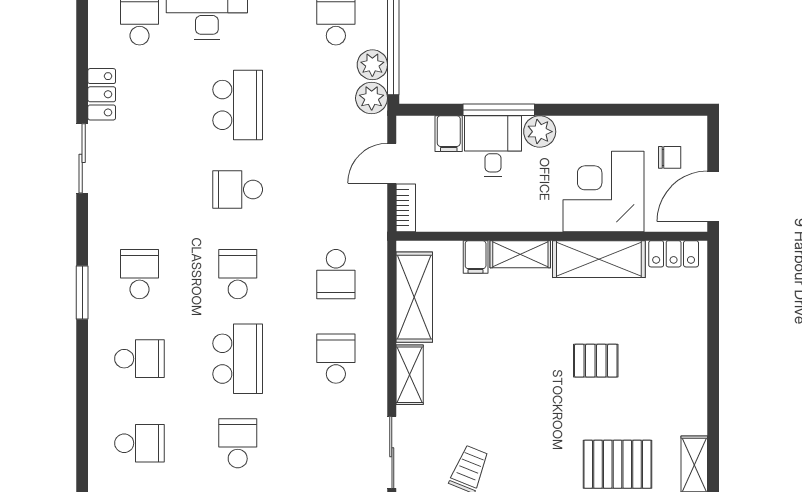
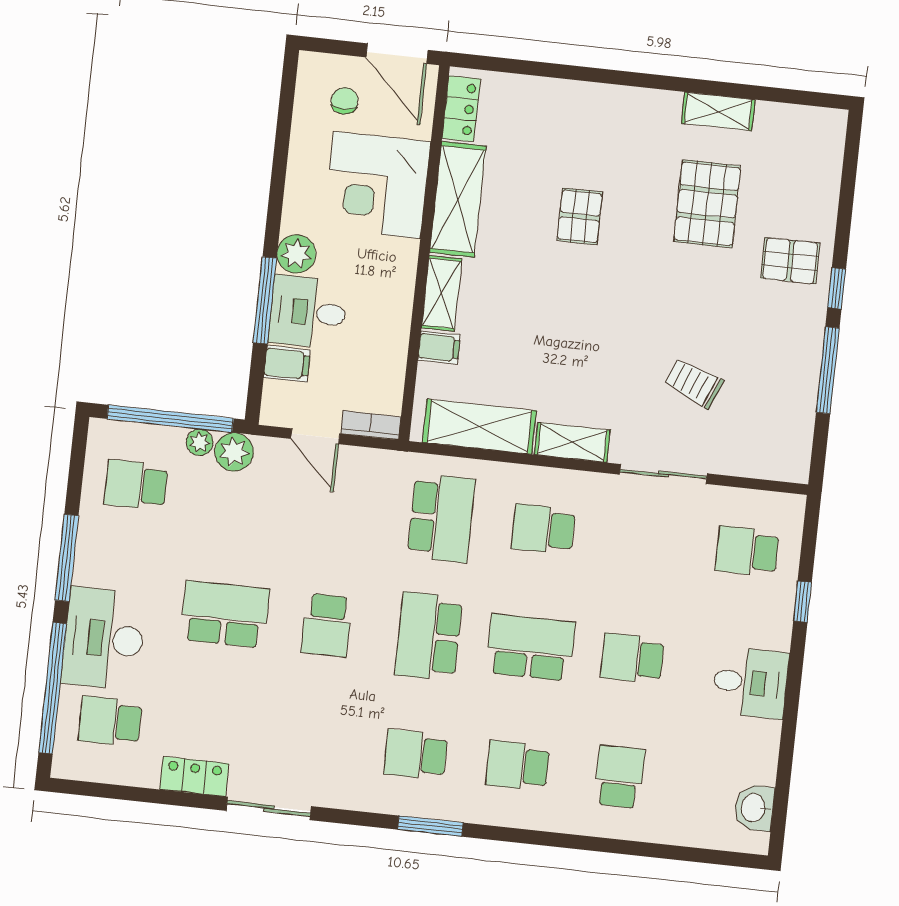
plant: (372, 65) -> (200, 442), width x0.73, depth x0.73
school desk: (238, 274) -> (429, 636), width x1.85
school desk: (336, 274) -> (441, 518), width x1.85
school desk: (139, 359) -> (518, 766), turned -90

